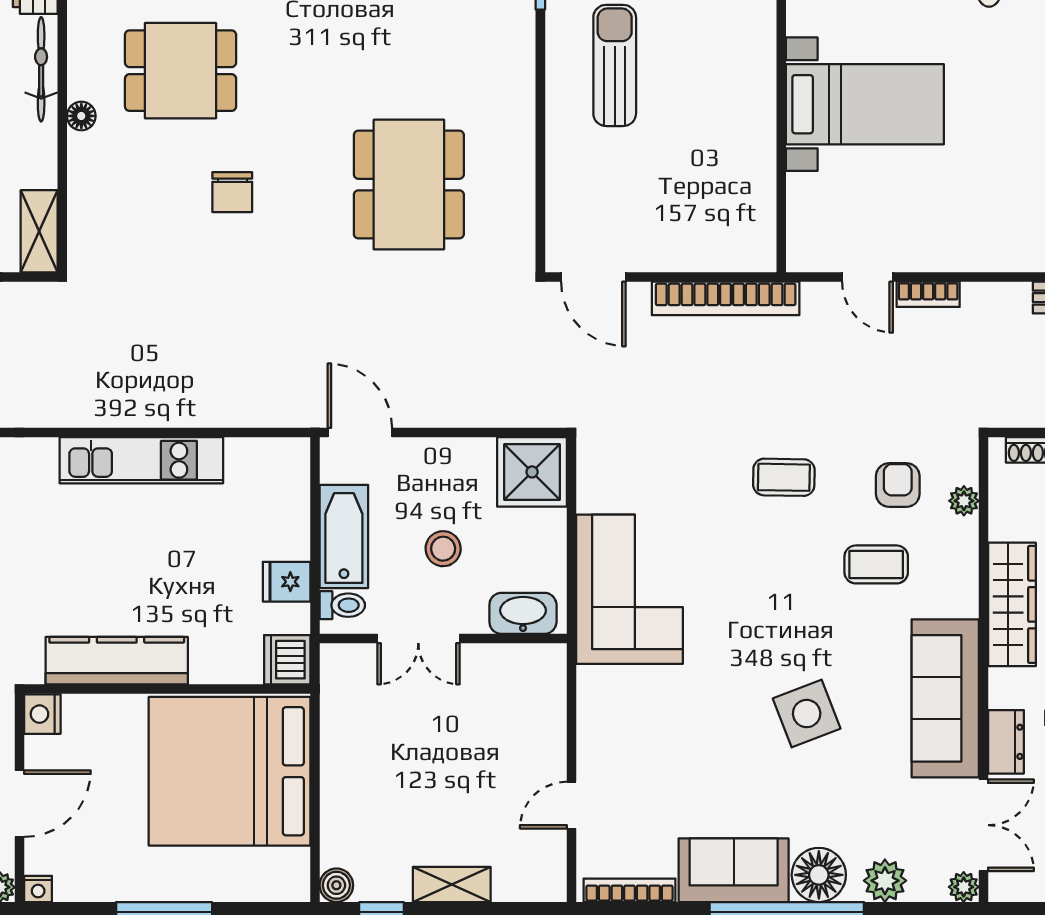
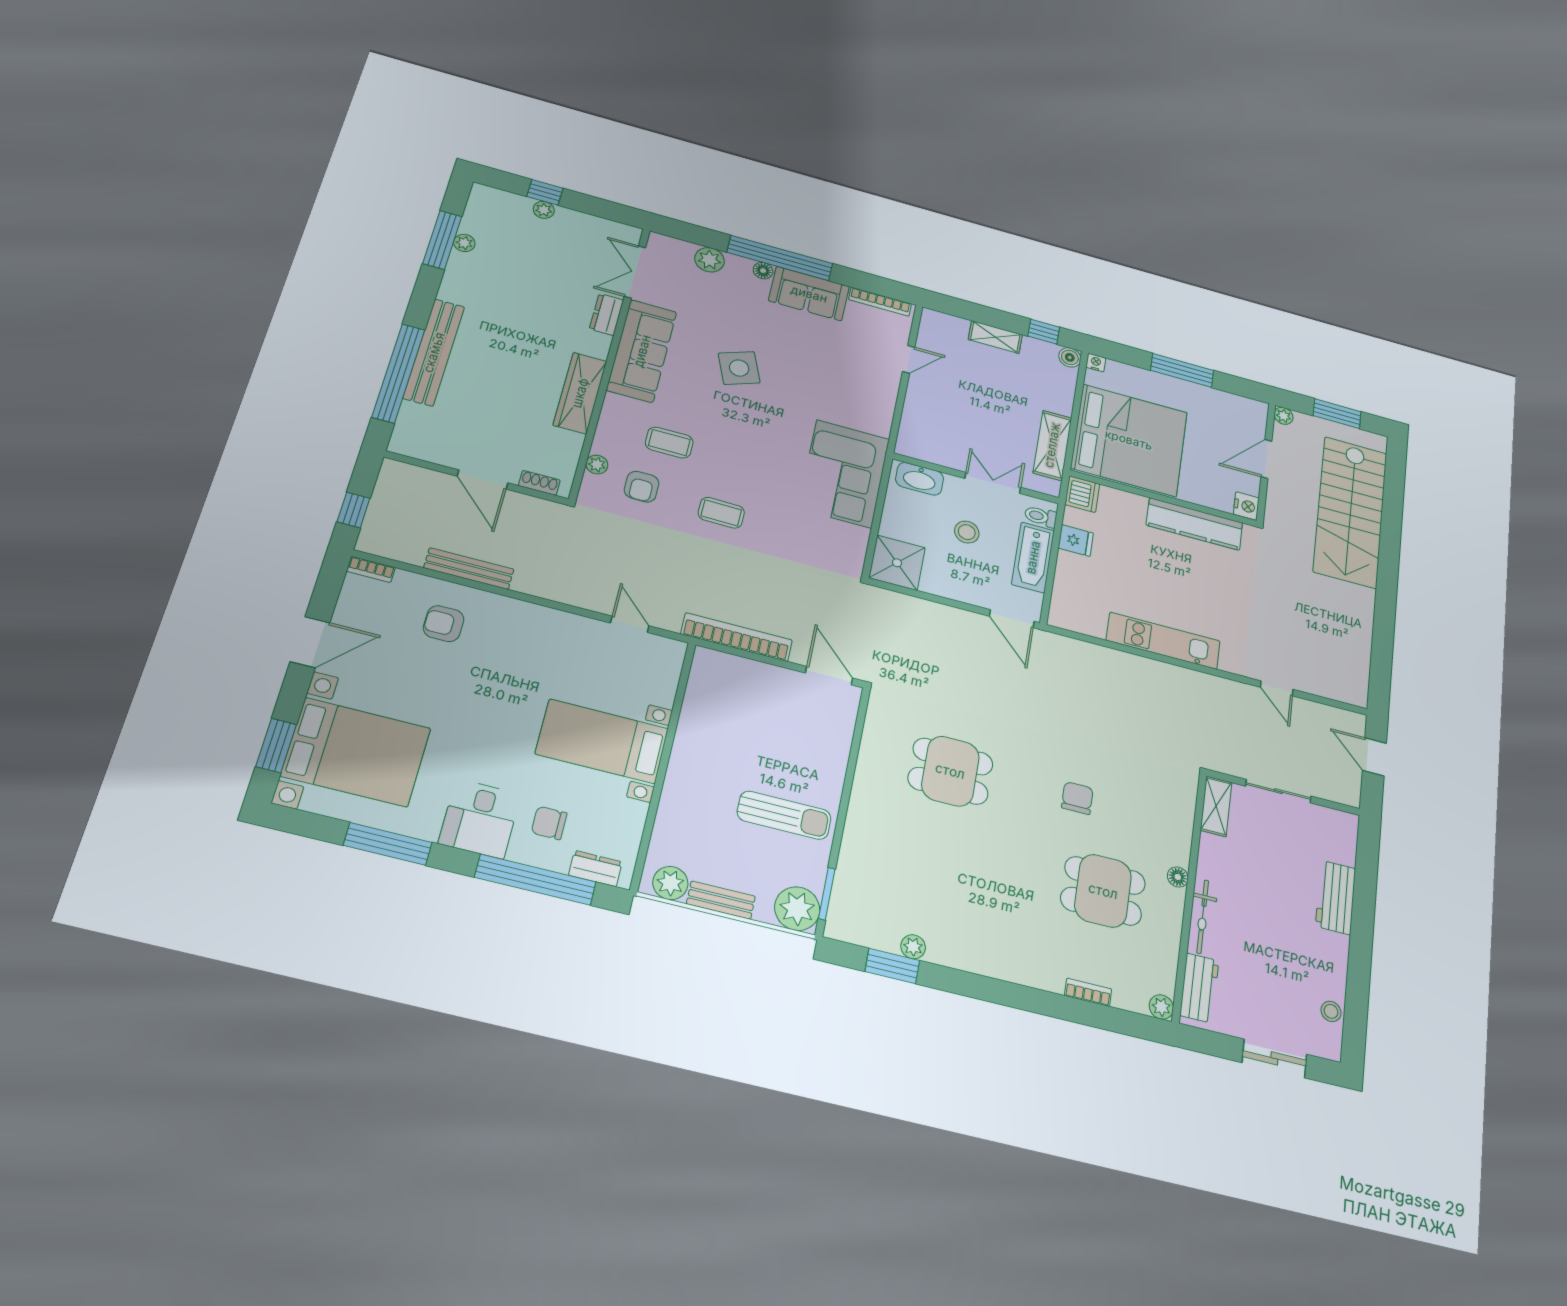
sun lounger: (615, 65) -> (784, 815), turned -90
dining table: (409, 185) -> (950, 771), width x0.73
bookcase: (928, 294) -> (588, 602), removed
shelving: (341, 727) -> (1052, 445), added
floor lamp: (819, 875) -> (763, 271), width x0.53, depth x0.53
plant: (964, 887) -> (658, 242), removed
nightstand: (38, 889) -> (1096, 363), moved

